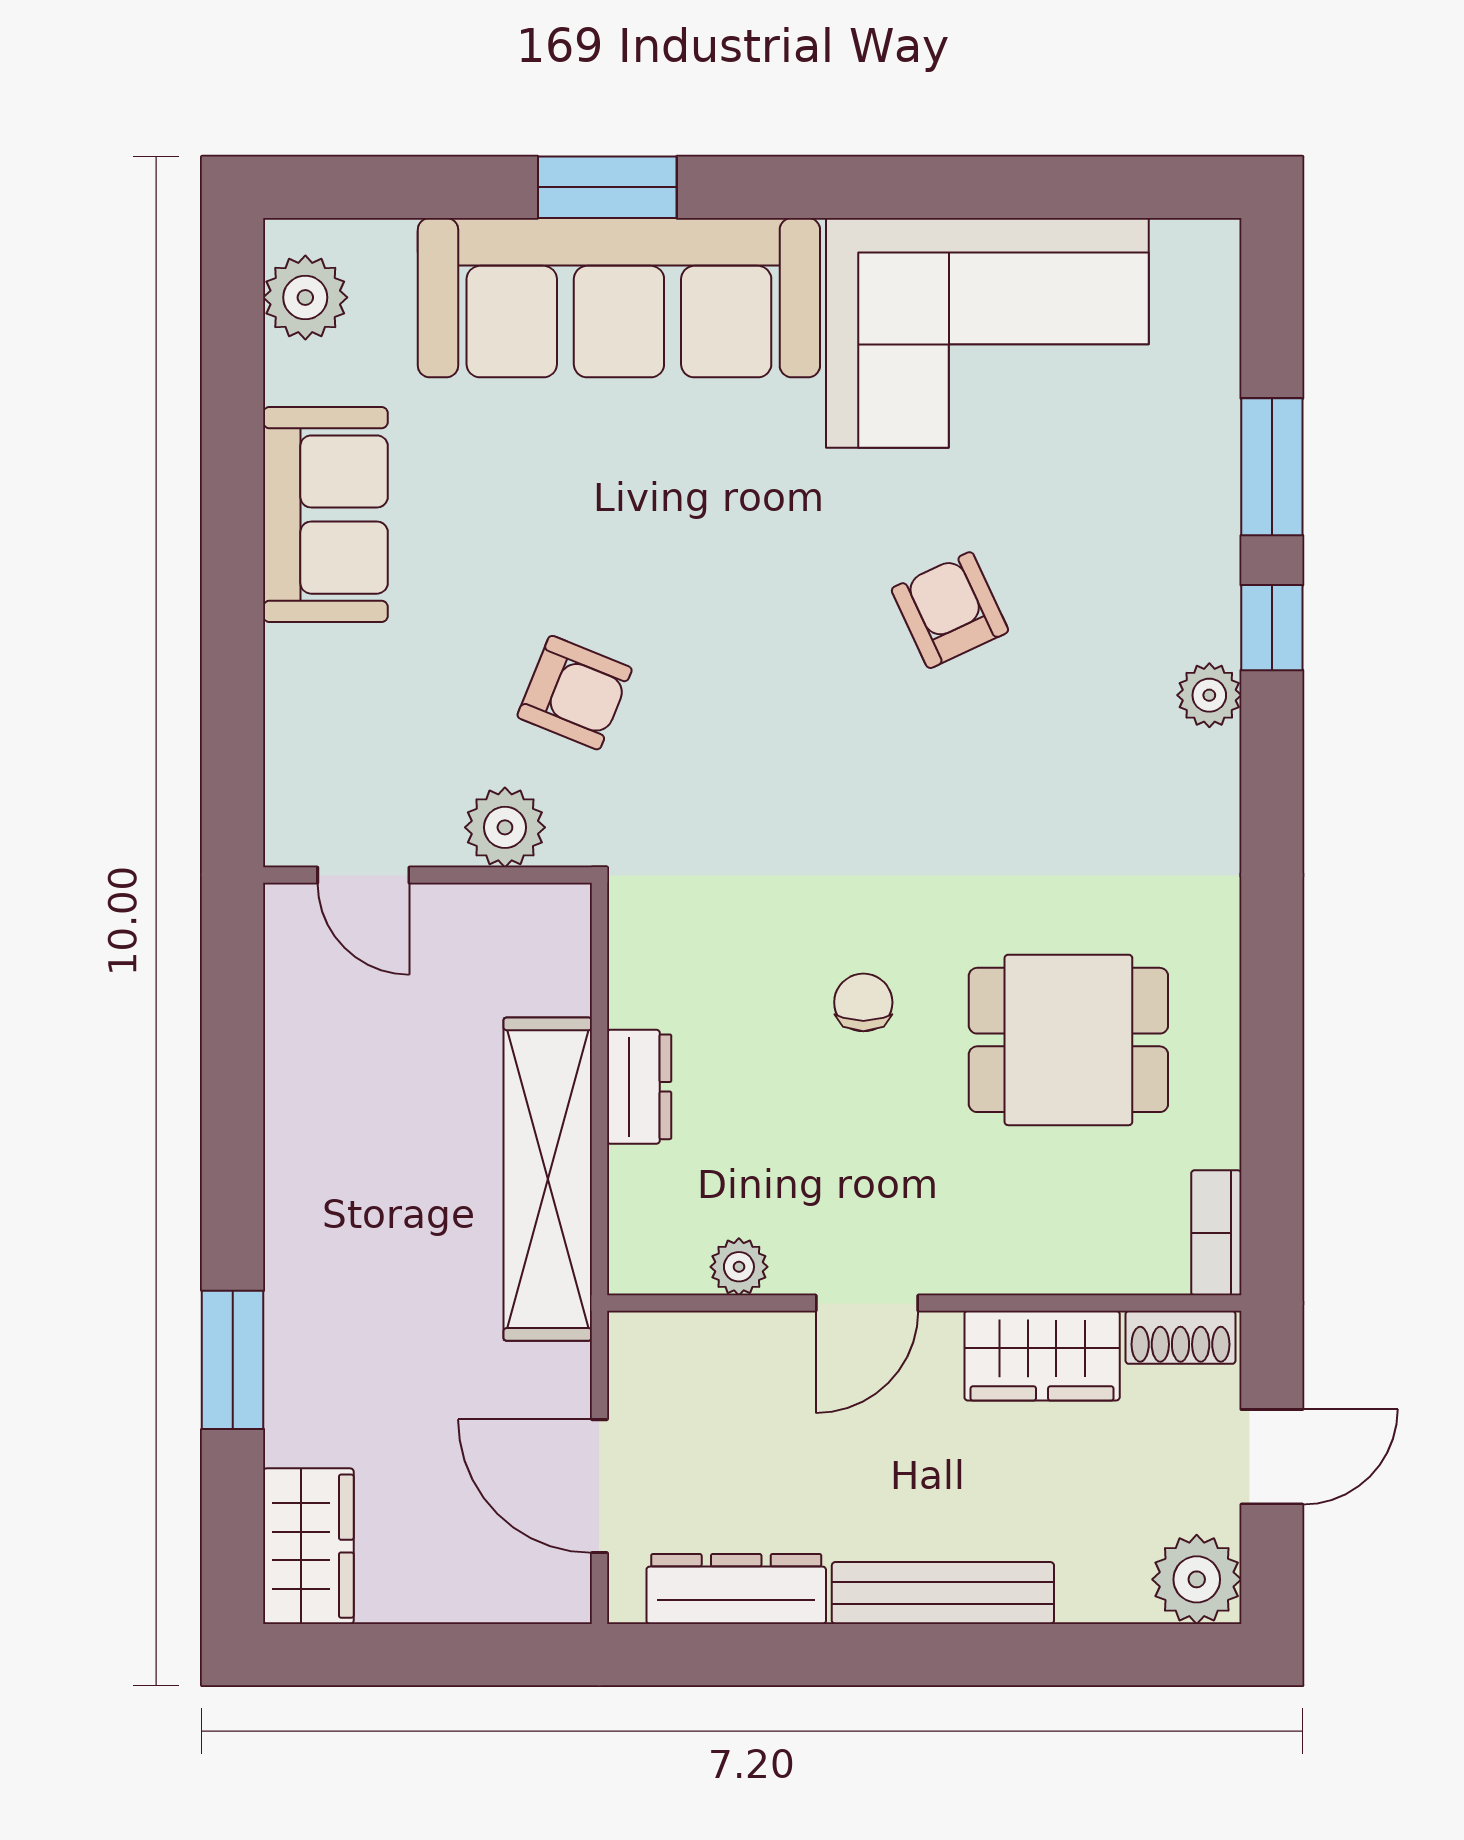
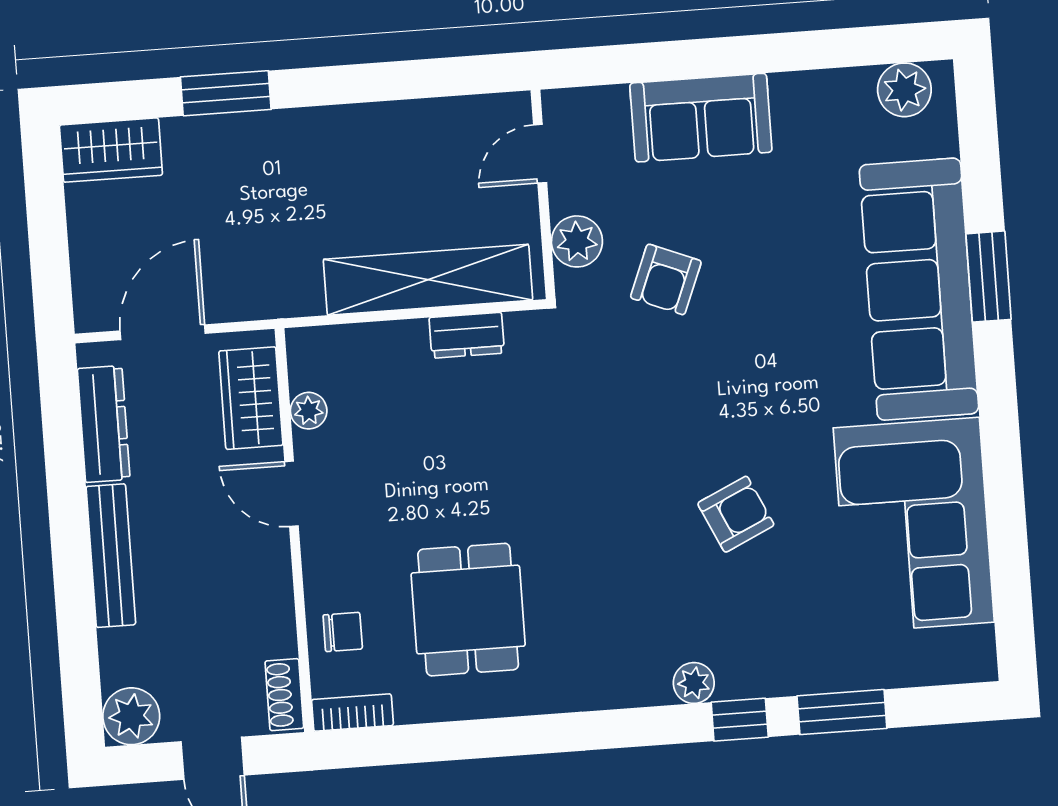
sofa: (325, 515) -> (701, 118), moved
chair: (863, 1002) -> (343, 632), moved
dresser: (639, 1087) -> (467, 335), moved
shelving: (548, 1179) -> (428, 280), moved
wardrobe: (1042, 1356) -> (251, 398), moved

